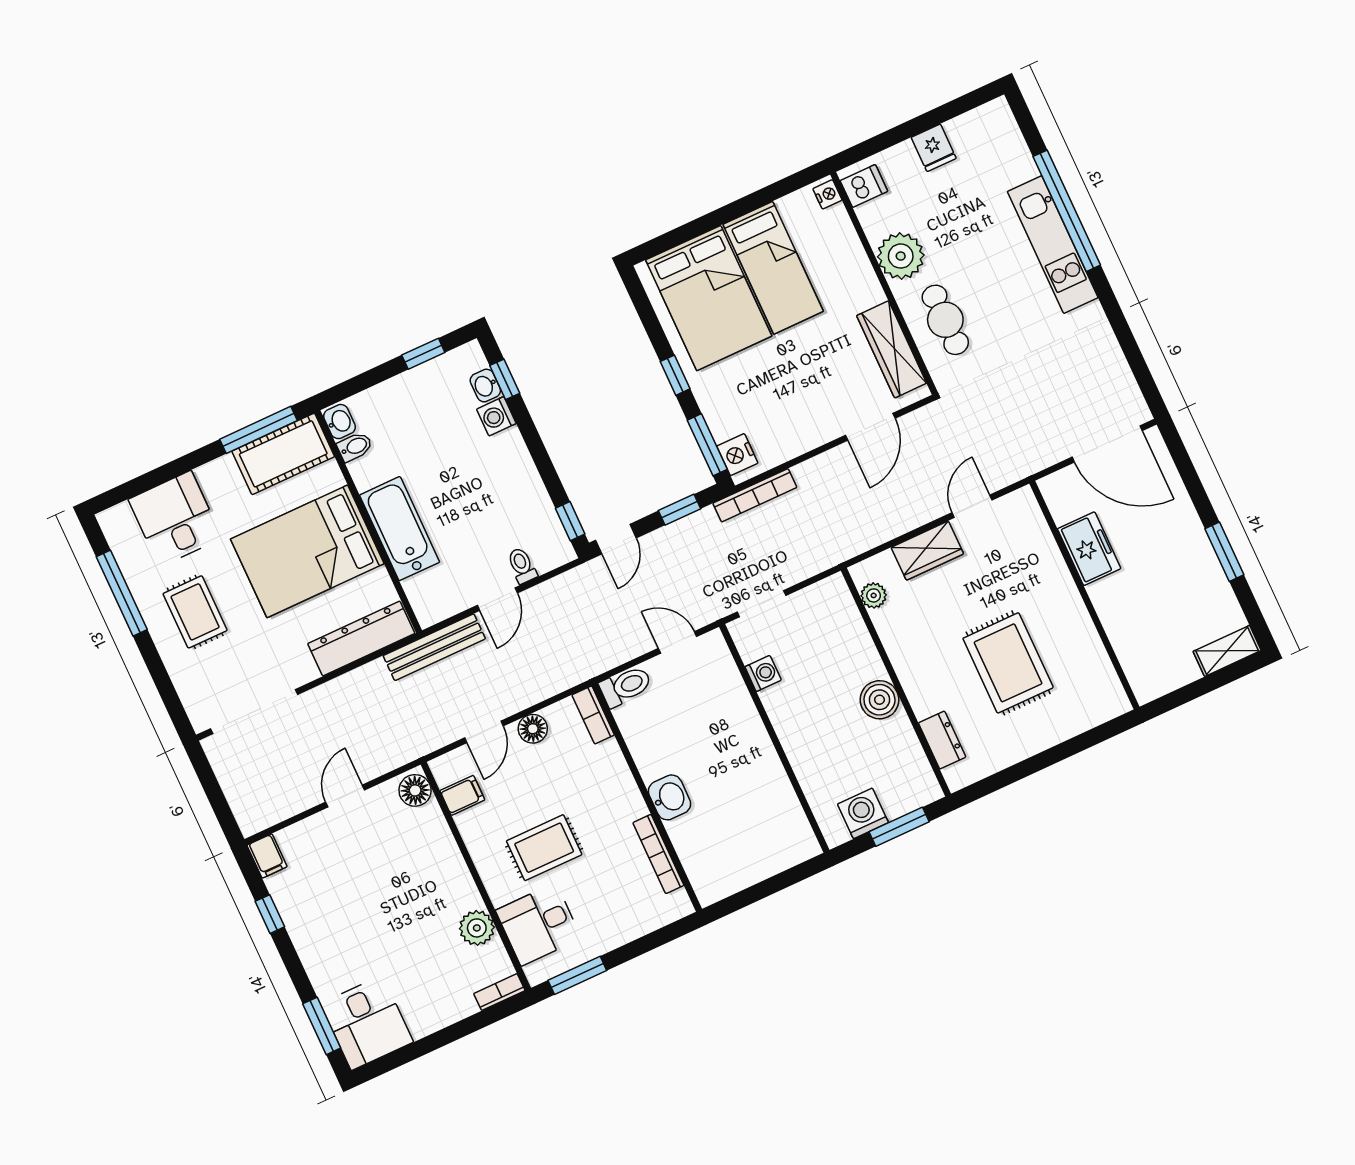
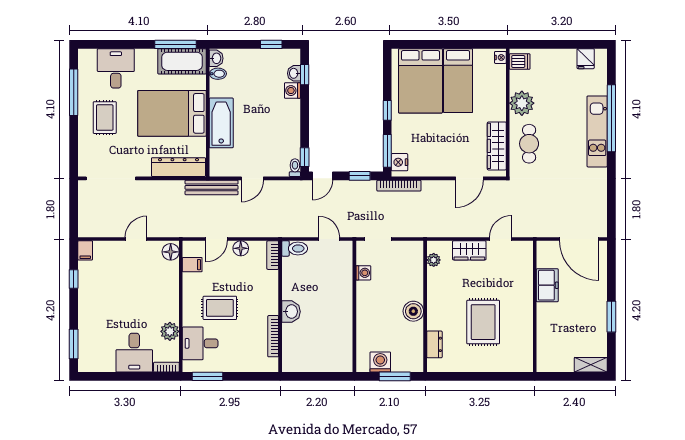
fridge: (934, 148) -> (586, 59), moved
toilet: (522, 566) -> (295, 168), moved
desk: (367, 1023) -> (134, 353), moved

